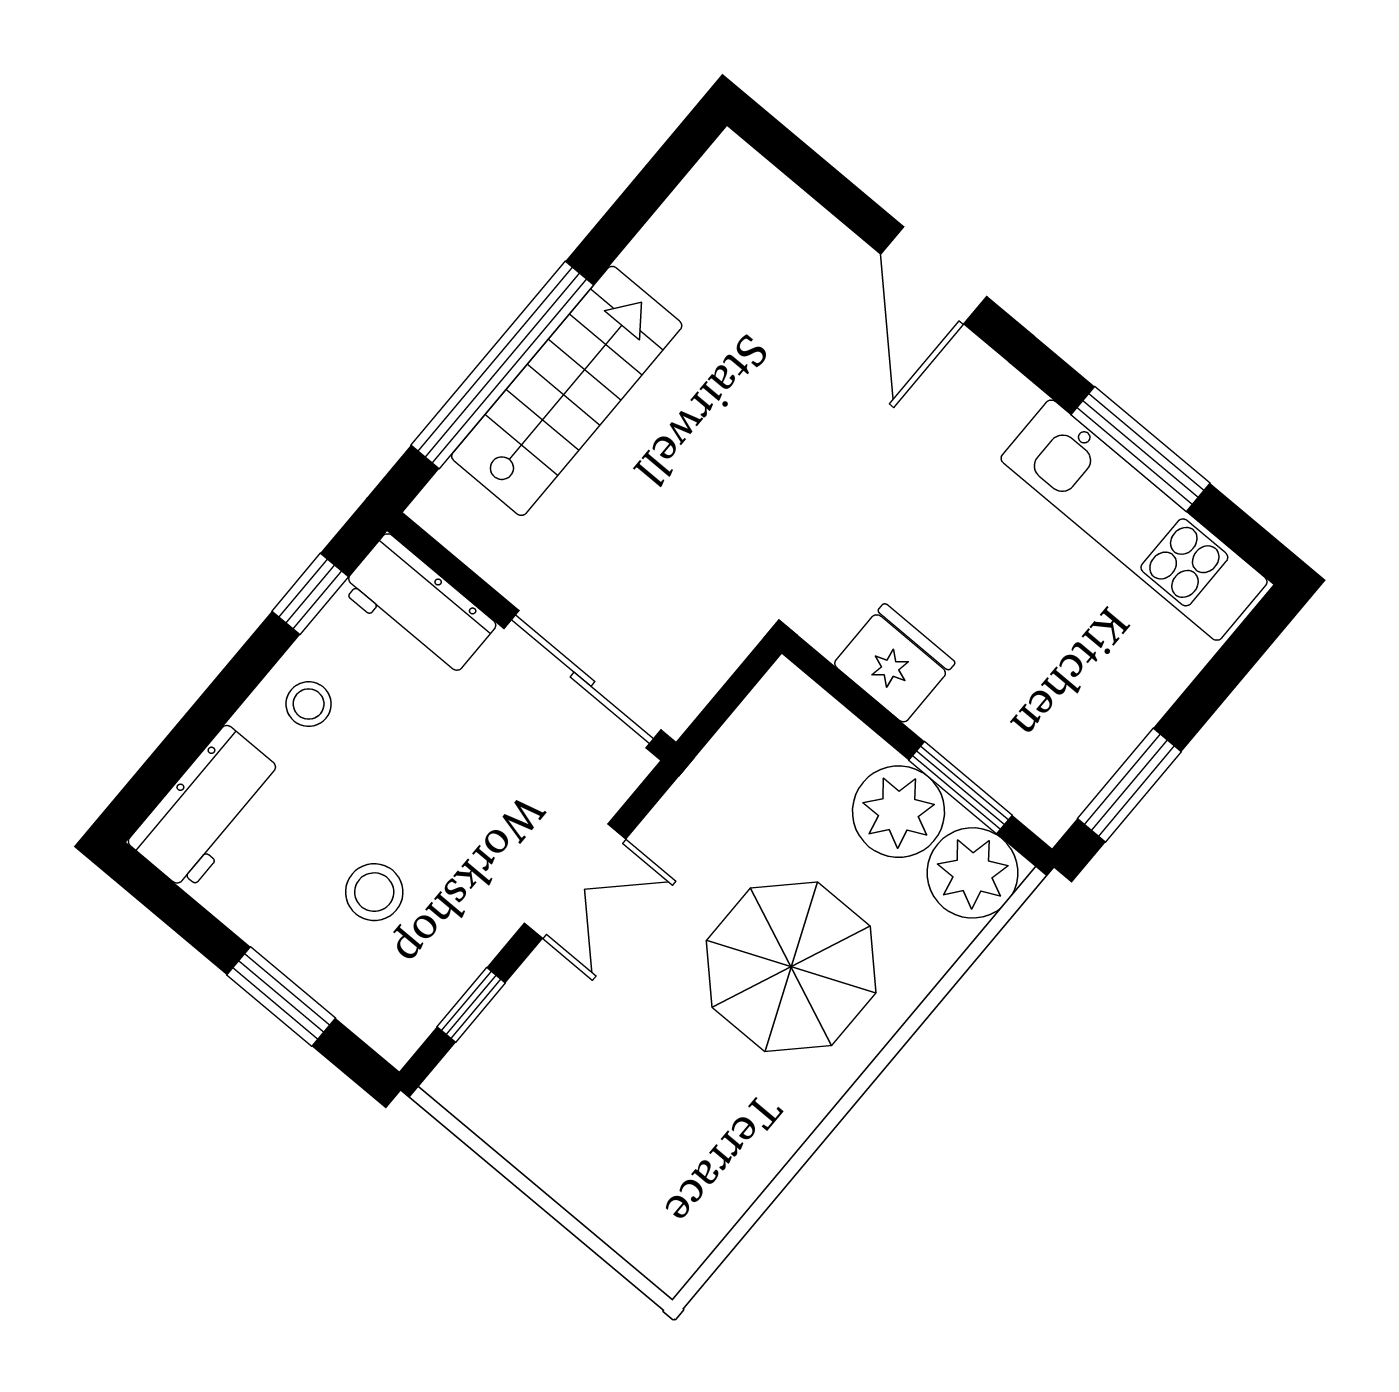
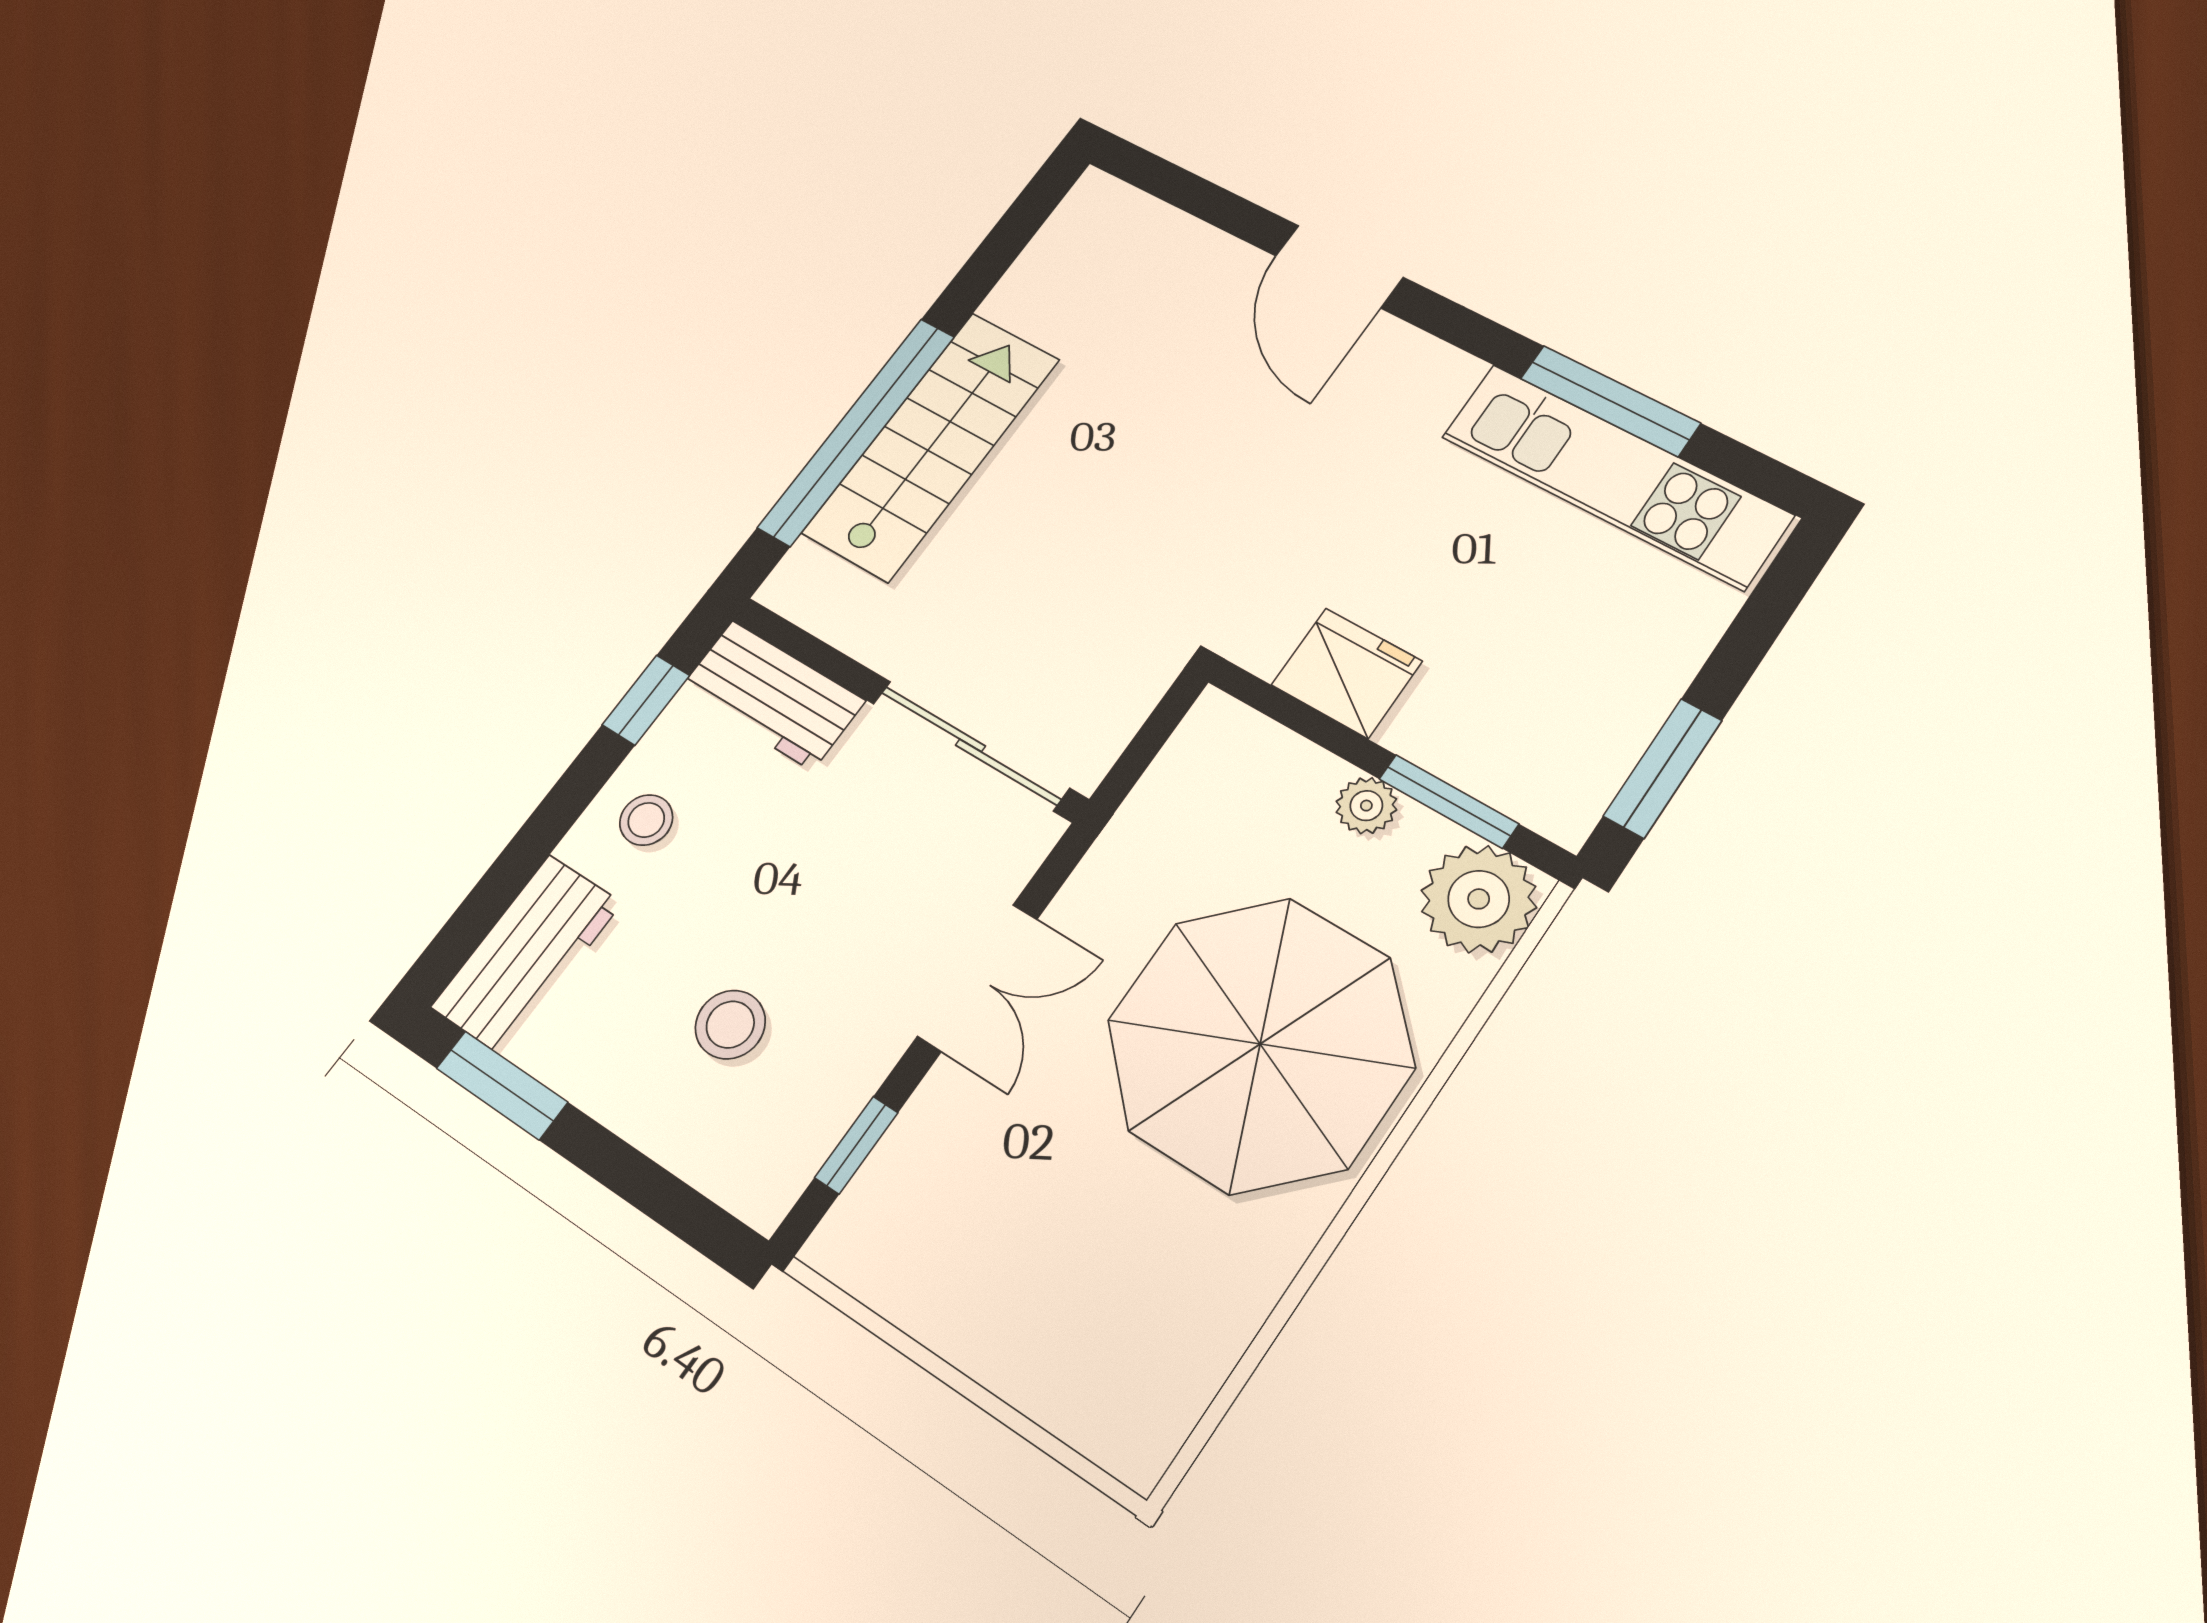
plant: (899, 812) -> (1366, 806), width x0.53, depth x0.53
parasol: (791, 967) -> (1260, 1044), width x1.36, depth x1.36
window: (281, 996) -> (502, 1085), moved

